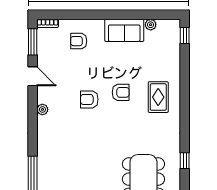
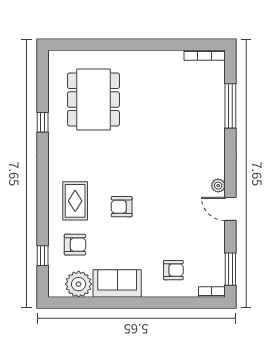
plant: (151, 25) -> (79, 284), width x1.88, depth x1.88
window: (185, 36) -> (43, 256), moved
door: (33, 76) -> (230, 209), moved
armchair: (89, 99) -> (75, 245), moved

